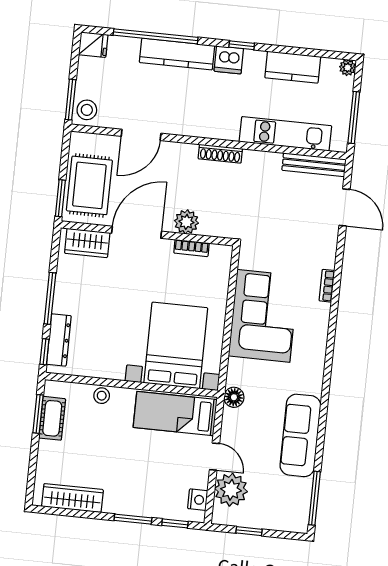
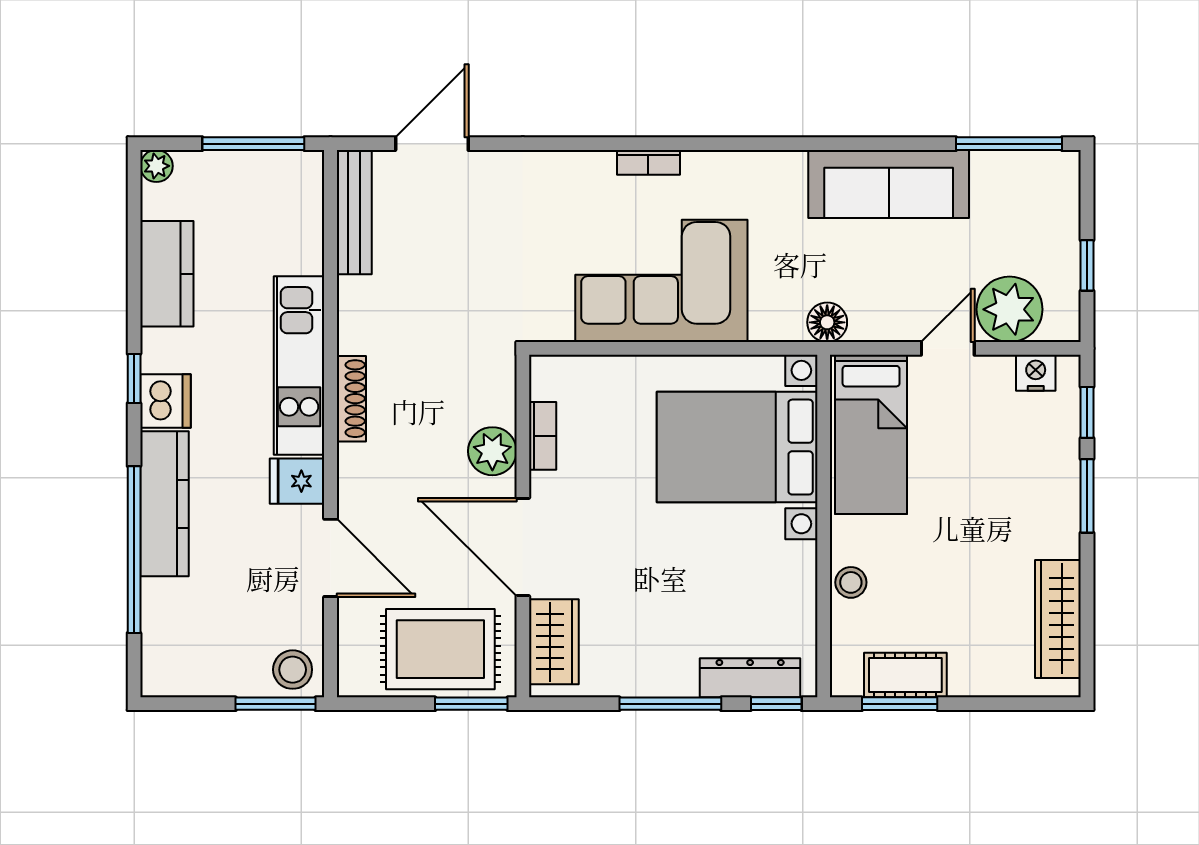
fridge: (93, 45) -> (297, 481), moved, turned -90
kitchen unit: (285, 134) -> (299, 366), moved
bookcase: (327, 286) -> (648, 162), moved

